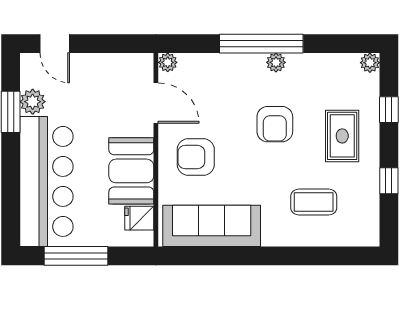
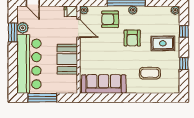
rug: (342, 136) -> (163, 43), turned 90
armchair: (196, 157) -> (110, 19), moved
fridge: (139, 218) -> (71, 11), moved

